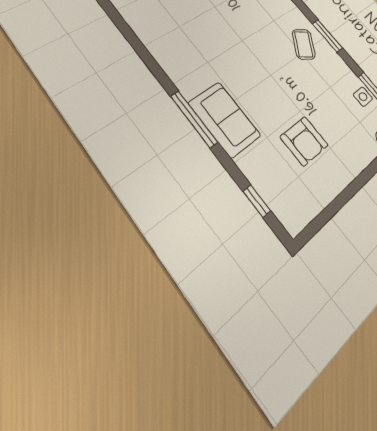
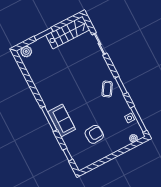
armchair: (304, 141) -> (94, 134), turned -94

